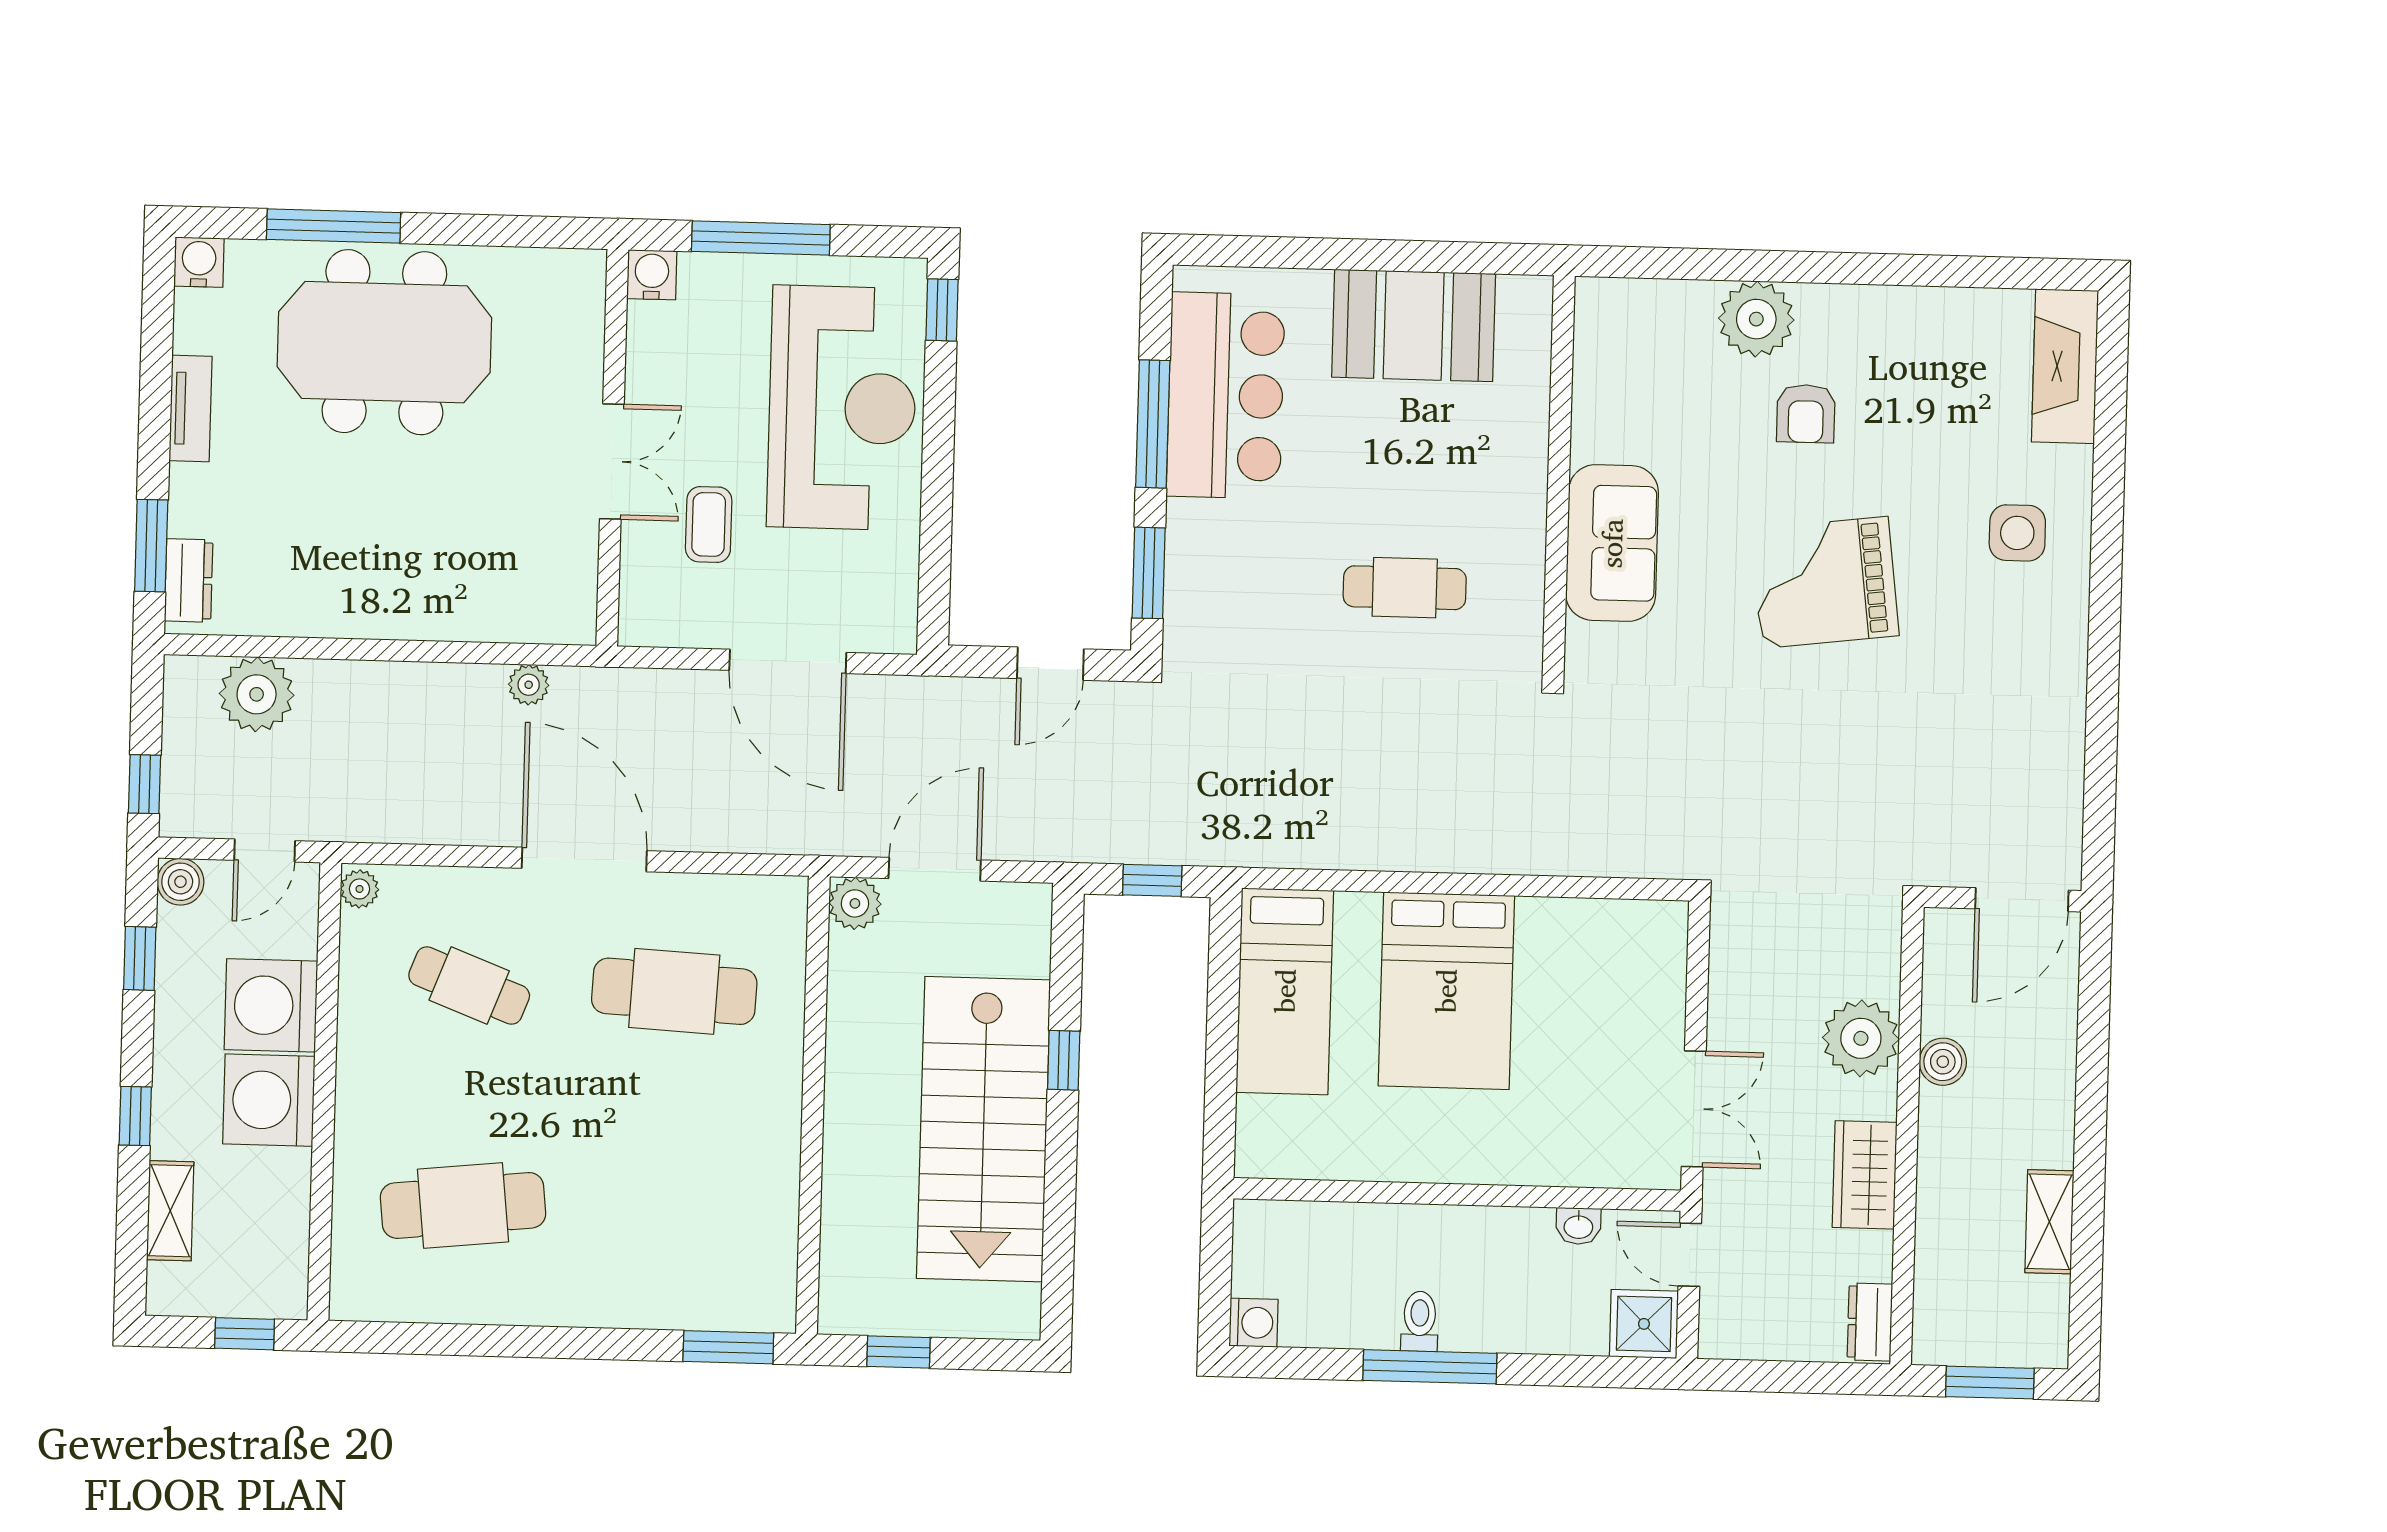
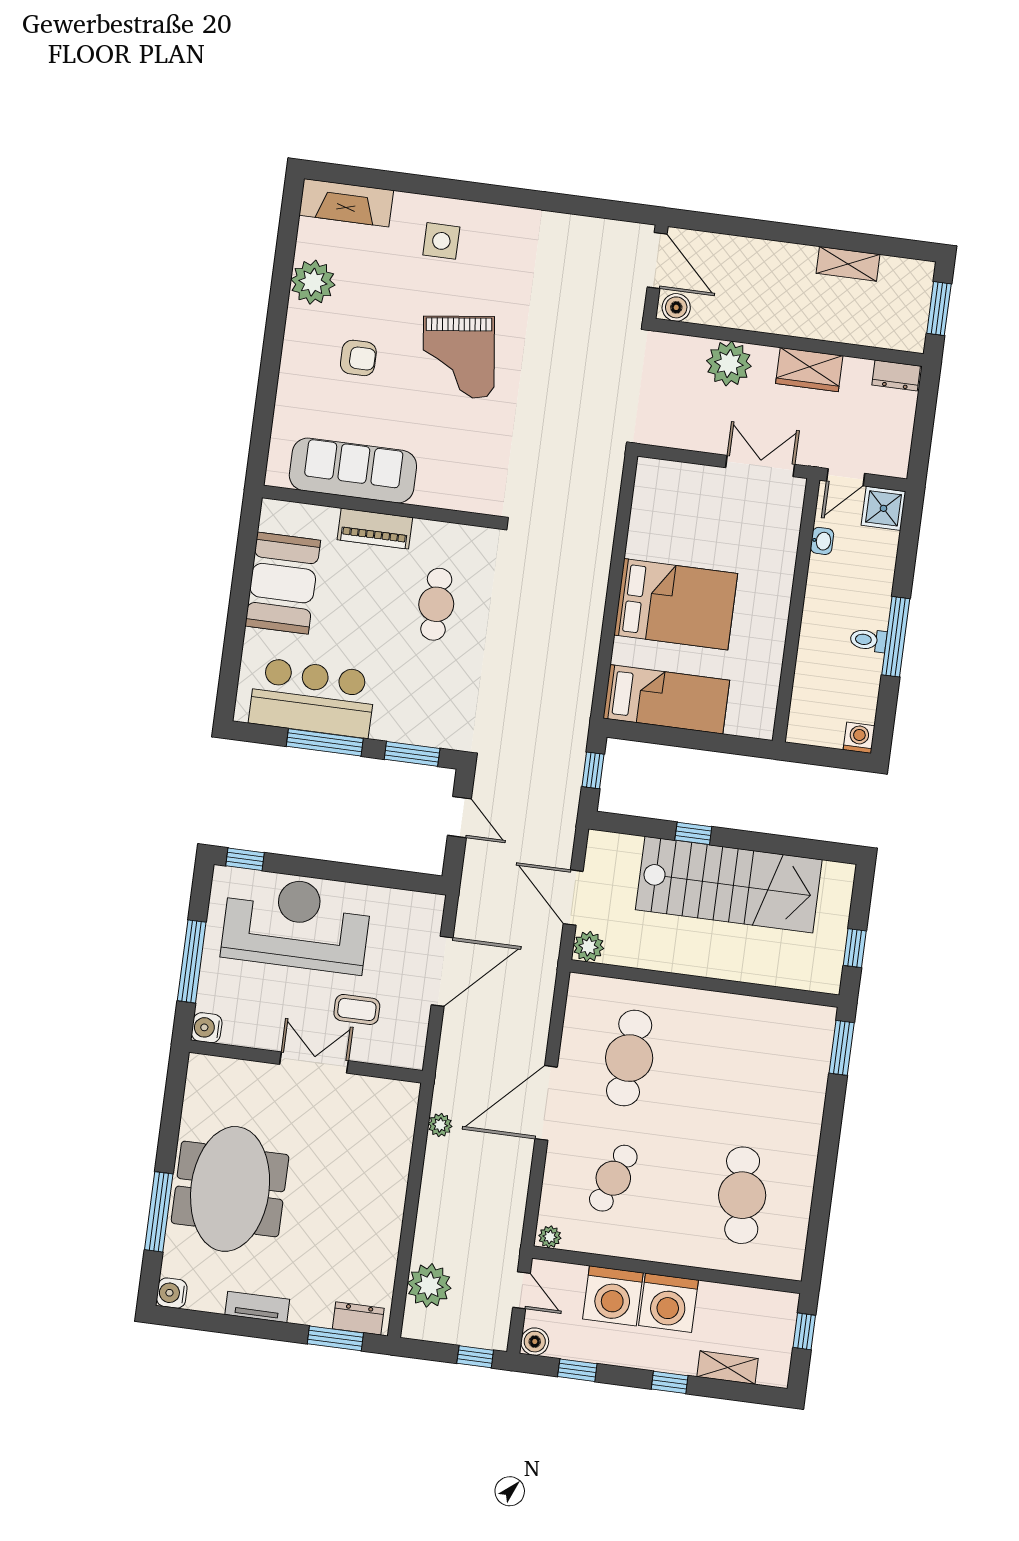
plant: (1756, 319) -> (313, 282), moved
piano: (1521, 471) -> (375, 529), added
sofa: (1612, 543) -> (353, 471), moved, width x1.36
boiler: (1943, 1062) -> (676, 307), moved

